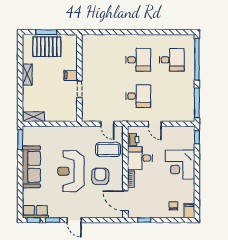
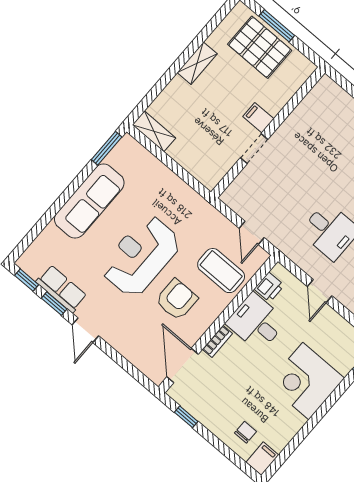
row of seats: (35, 212) -> (61, 289), moved

